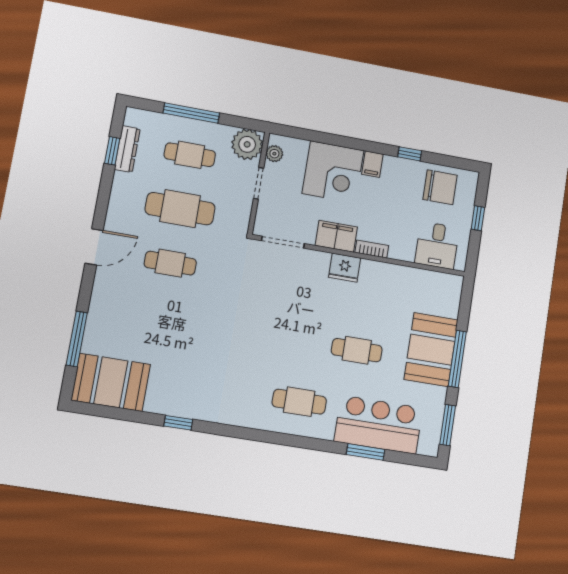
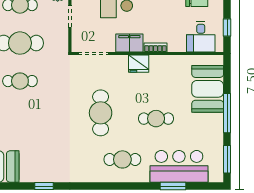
window: (478, 218) -> (227, 28), moved
cafe table: (279, 329) -> (101, 113), added
booth: (431, 350) -> (208, 89), moved

